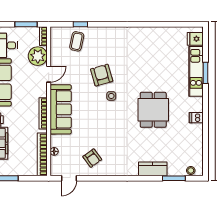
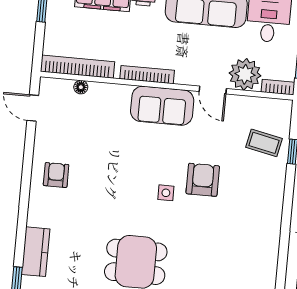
armchair: (102, 75) -> (203, 180), turned -74
sofa: (61, 109) -> (162, 106), width x0.73
armchair: (92, 158) -> (56, 175), moved, turned 126

